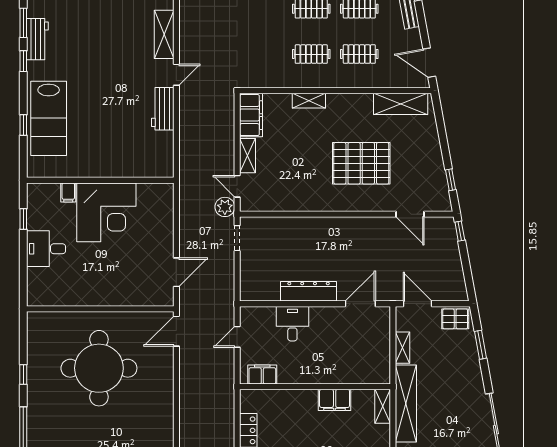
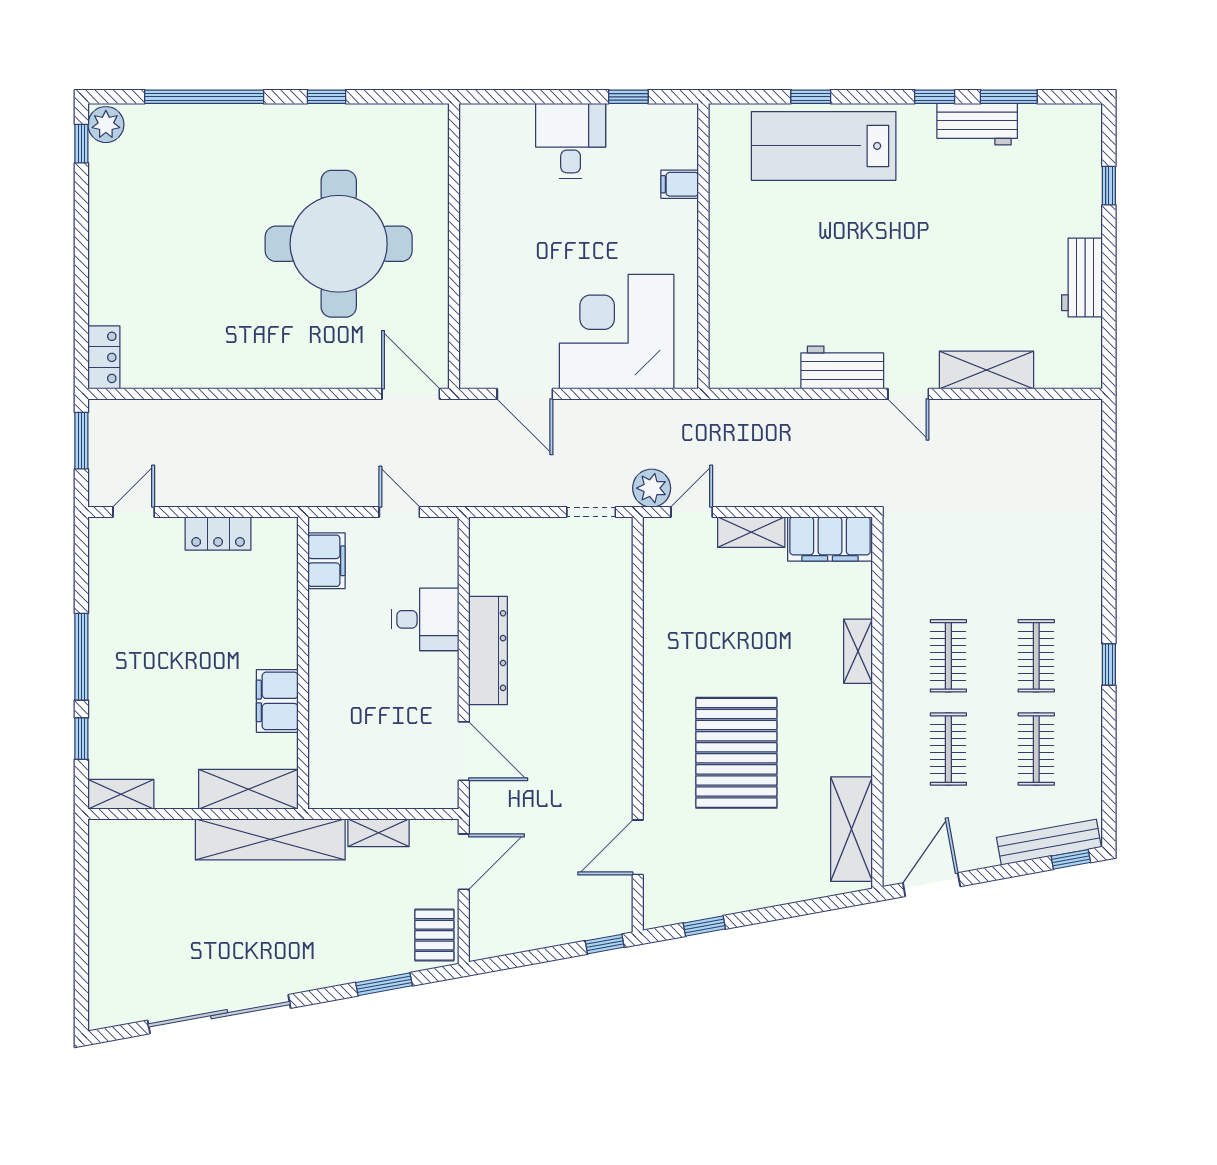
corner desk: (106, 212) -> (617, 332), moved, turned 90
shelving: (383, 406) -> (248, 789), width x1.50, depth x1.33

